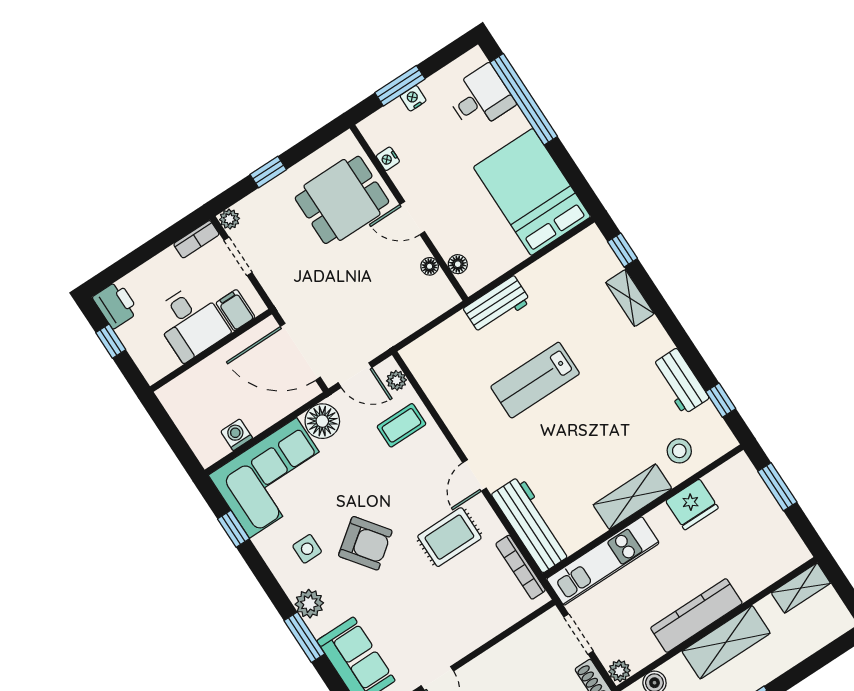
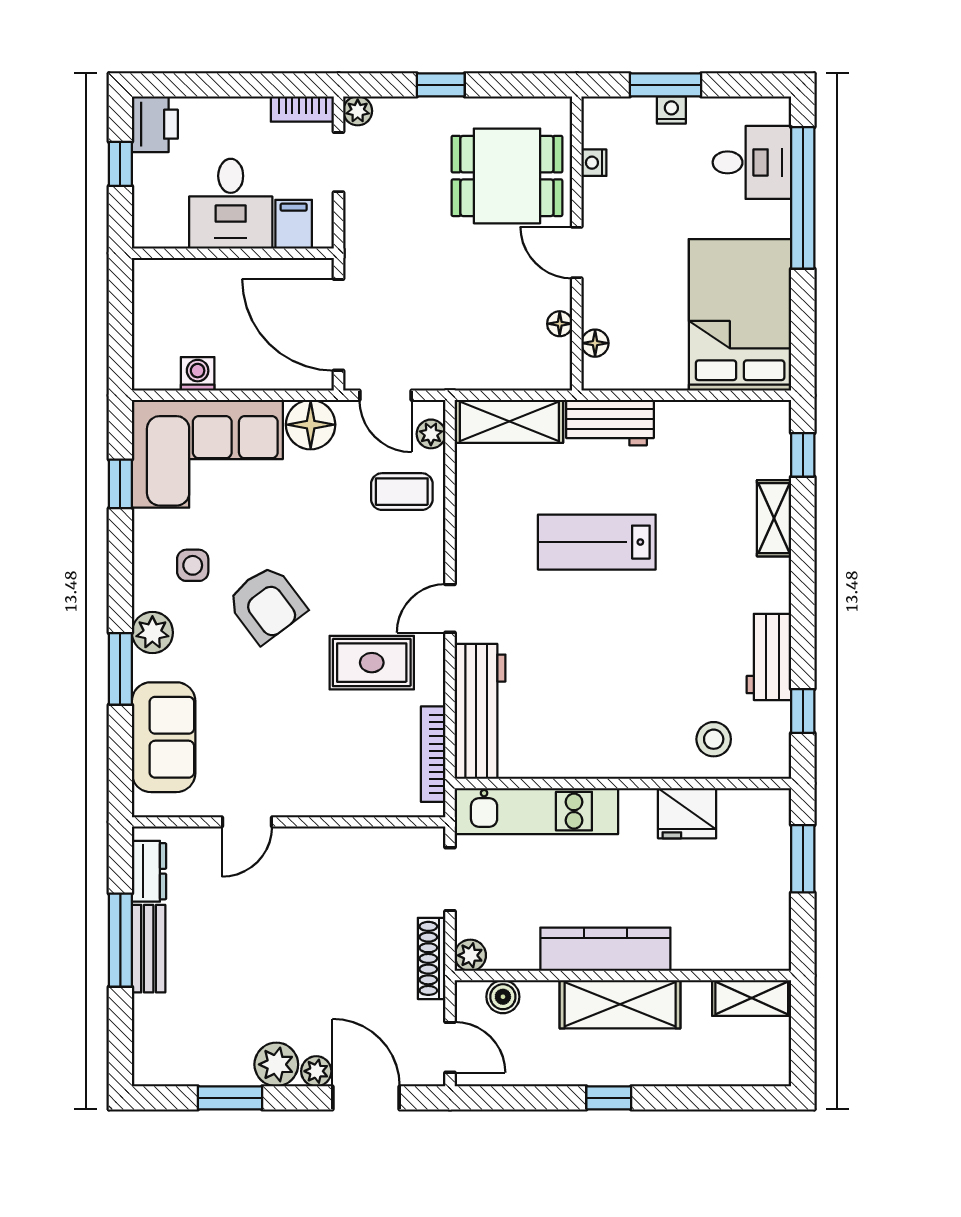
shelving: (632, 497) -> (509, 421), moved

